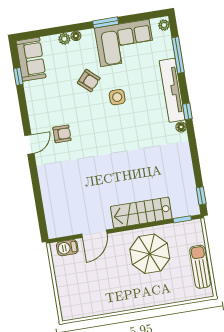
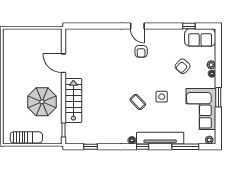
armchair: (89, 81) -> (183, 66), moved
coffee table: (129, 127) -> (138, 102), added
window: (201, 196) -> (90, 147), moved
barbecue: (67, 248) -> (56, 42), removed

